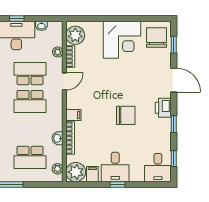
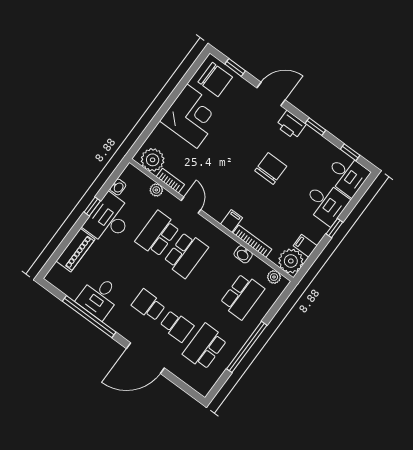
chair: (157, 37) -> (215, 80), turned 180
desk: (115, 167) -> (326, 203), moved

